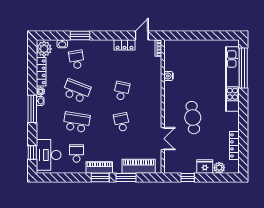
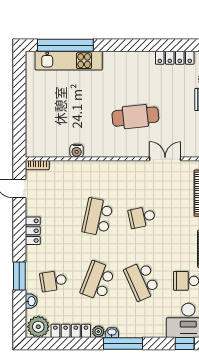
locker: (125, 45) -> (33, 231), moved
kitchen unit: (232, 79) -> (69, 61), width x0.73
school desk: (122, 91) -> (98, 217), width x1.85
school desk: (77, 122) -> (142, 281), turned -33

